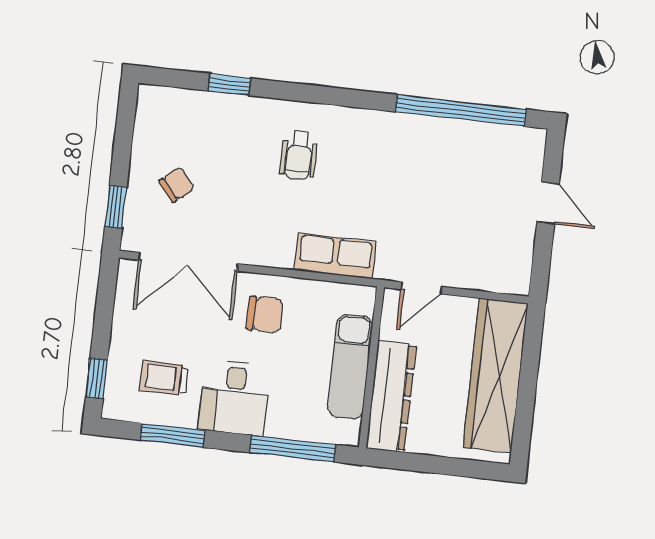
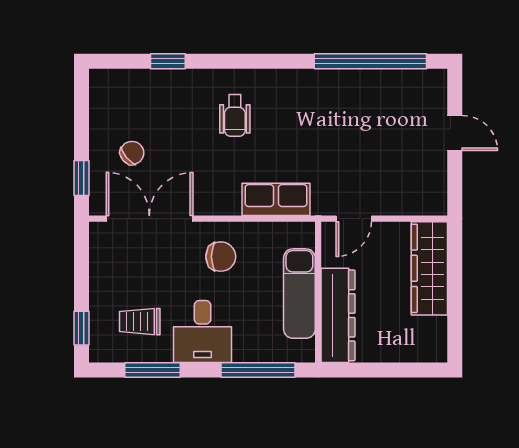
double door: (188, 262) -> (149, 219), swing flipped
wardrobe: (496, 375) -> (429, 268), width x0.71, depth x0.85

